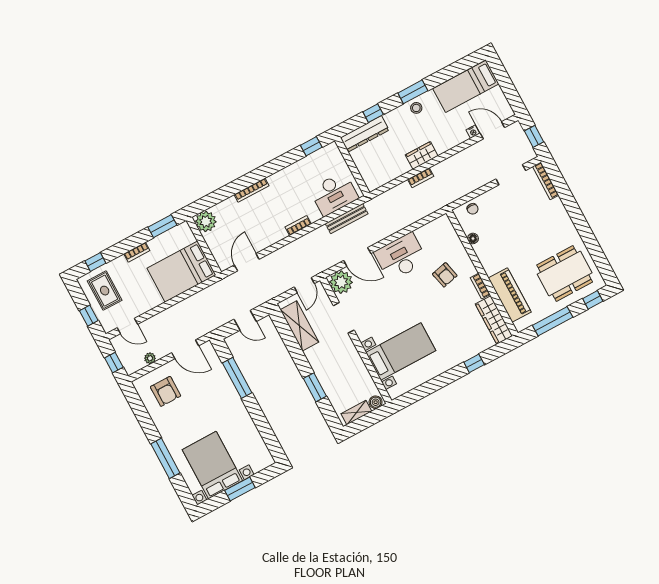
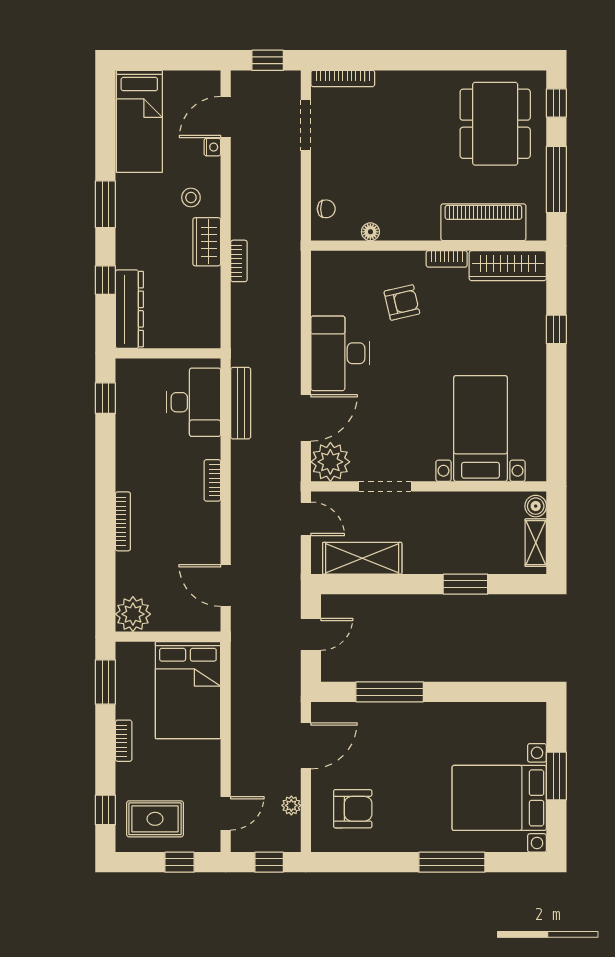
stool: (416, 108) -> (191, 197), moved

